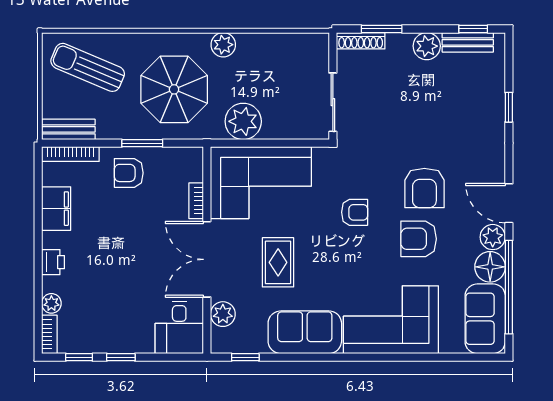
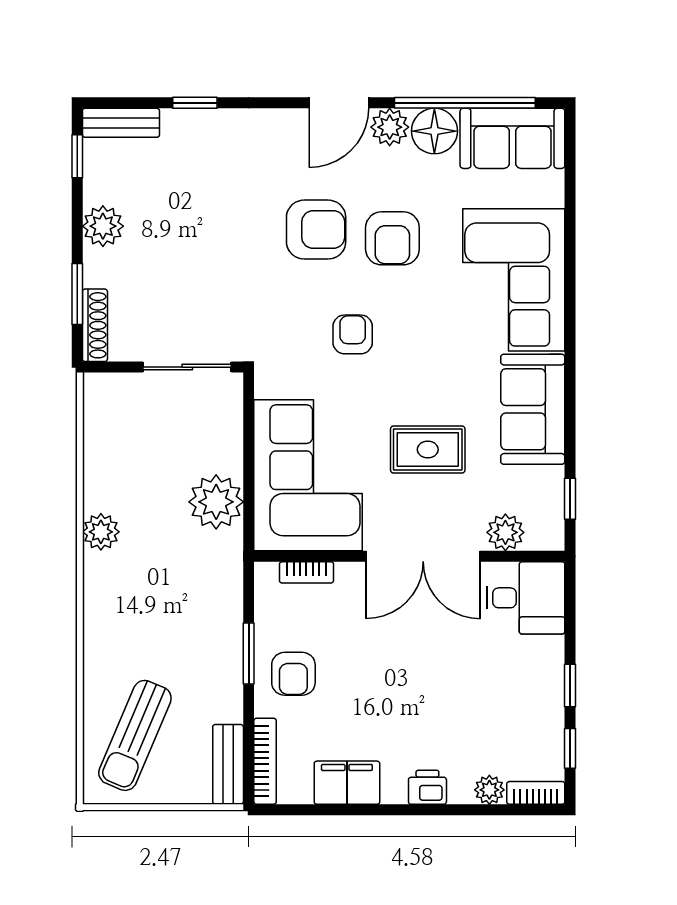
bench: (468, 42) -> (121, 123), moved, turned 90
parasol: (174, 89) -> (168, 606), removed
bookcase: (196, 201) -> (306, 572), moved

